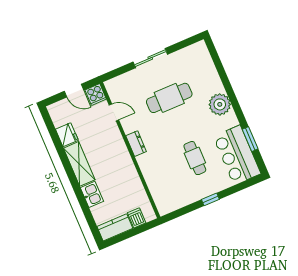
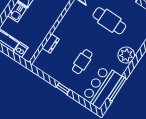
window: (250, 139) -> (117, 88), width x1.44
dresser: (136, 144) -> (51, 44), moved

